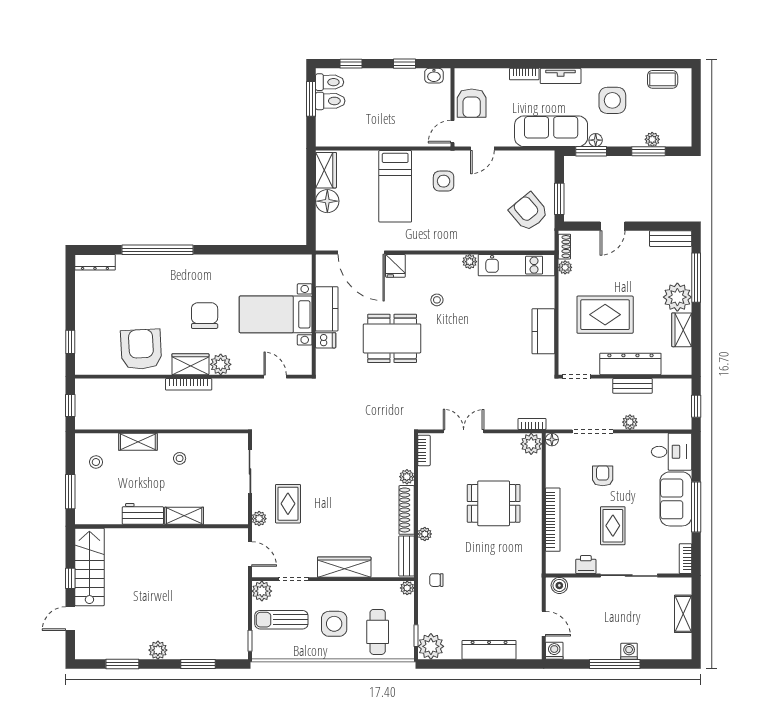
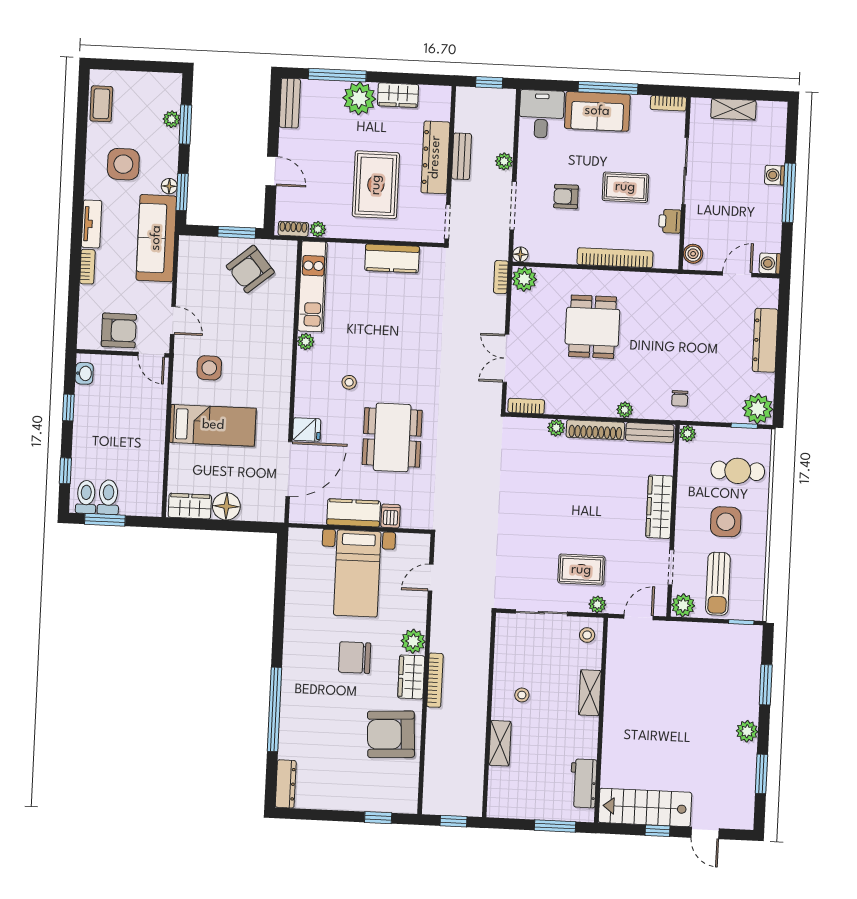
stool: (96, 462) -> (587, 635), moved
workbench: (143, 514) -> (583, 783), moved

